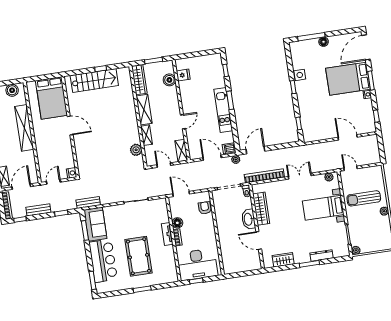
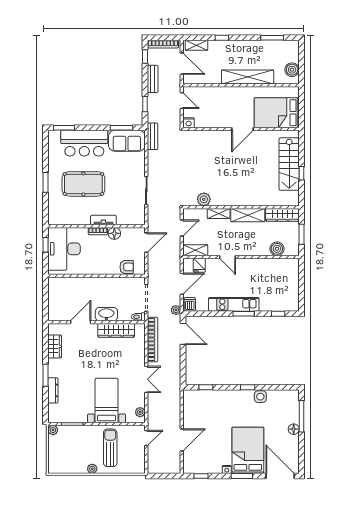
fridge: (183, 75) -> (199, 265), moved

